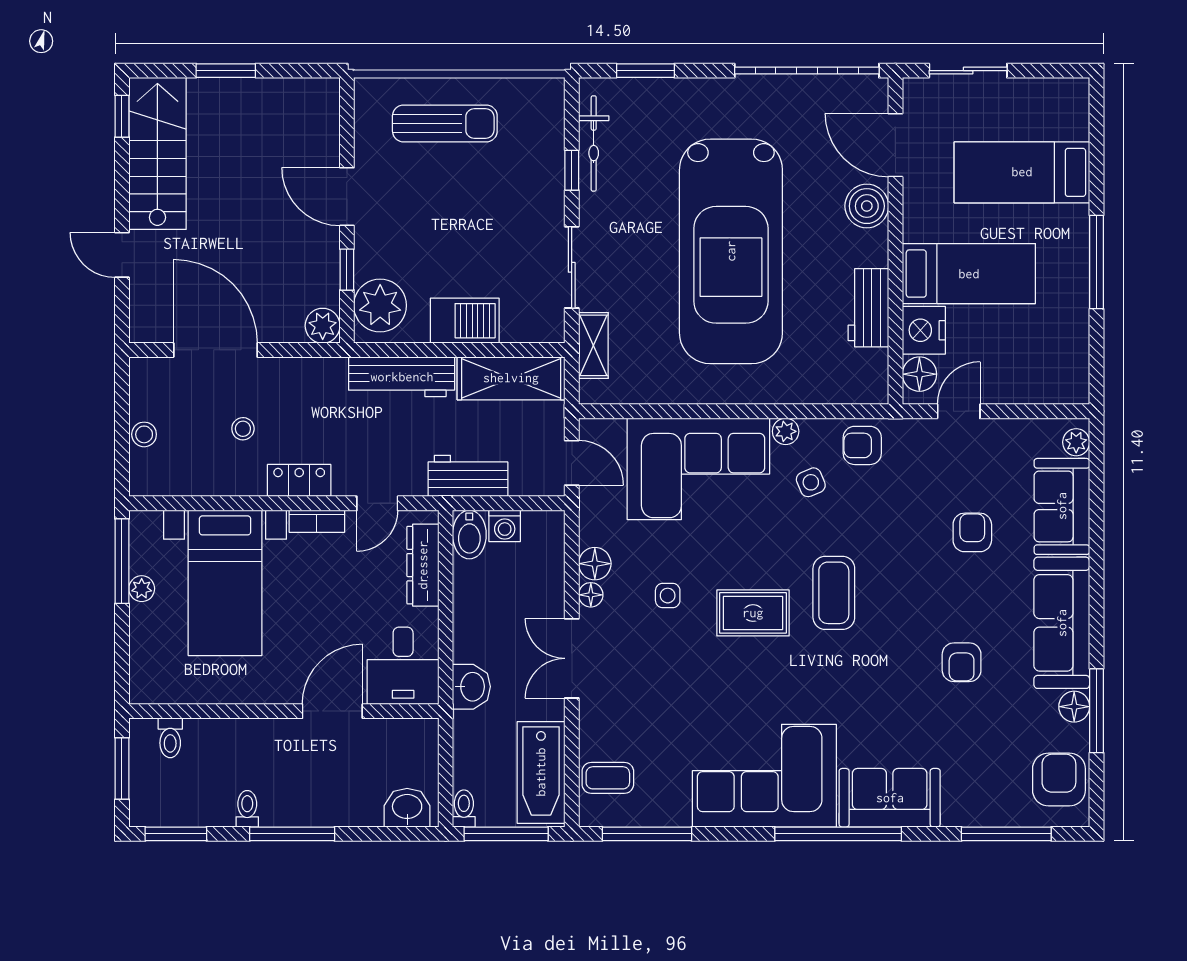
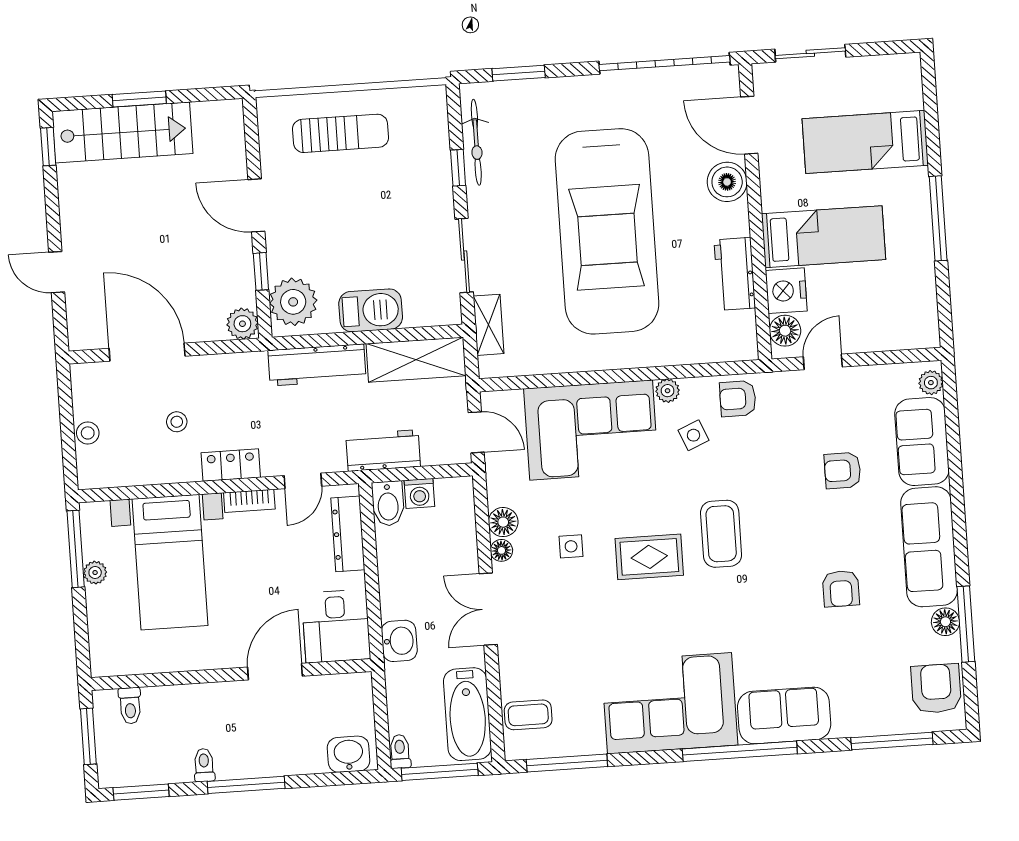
stairs: (157, 153) -> (122, 132), moved, turned 90
armchair: (972, 532) -> (843, 471), turned -90

